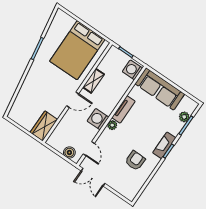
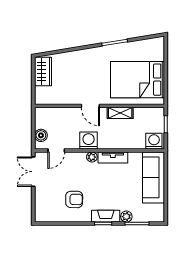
plant: (184, 117) -> (126, 217), moved
wardrobe: (44, 126) -> (43, 71), moved, turned 90

